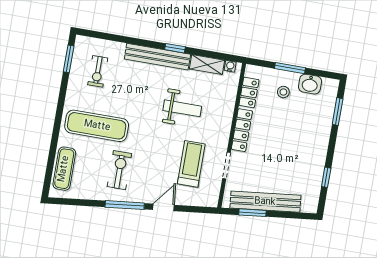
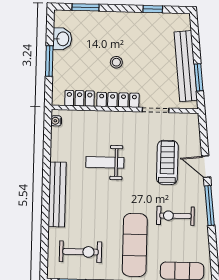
window: (175, 48) -> (46, 178), removed
shelving: (207, 65) -> (58, 144), removed
exercise bike: (98, 71) -> (80, 252), width x1.38, depth x1.39
stool: (283, 92) -> (116, 62), moved
weight bench: (182, 108) -> (105, 162), turned -90
treadmill: (191, 164) -> (167, 162), moved, turned 90

